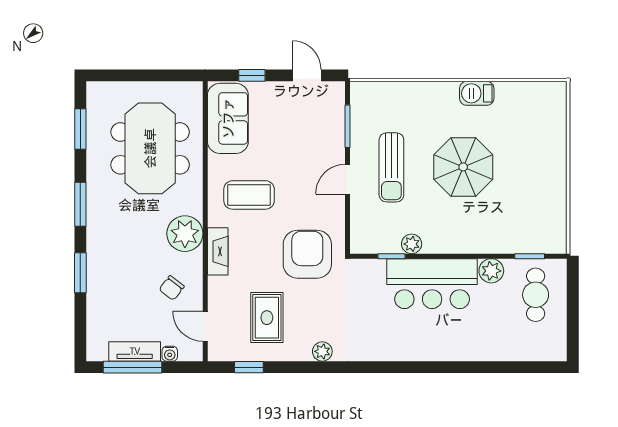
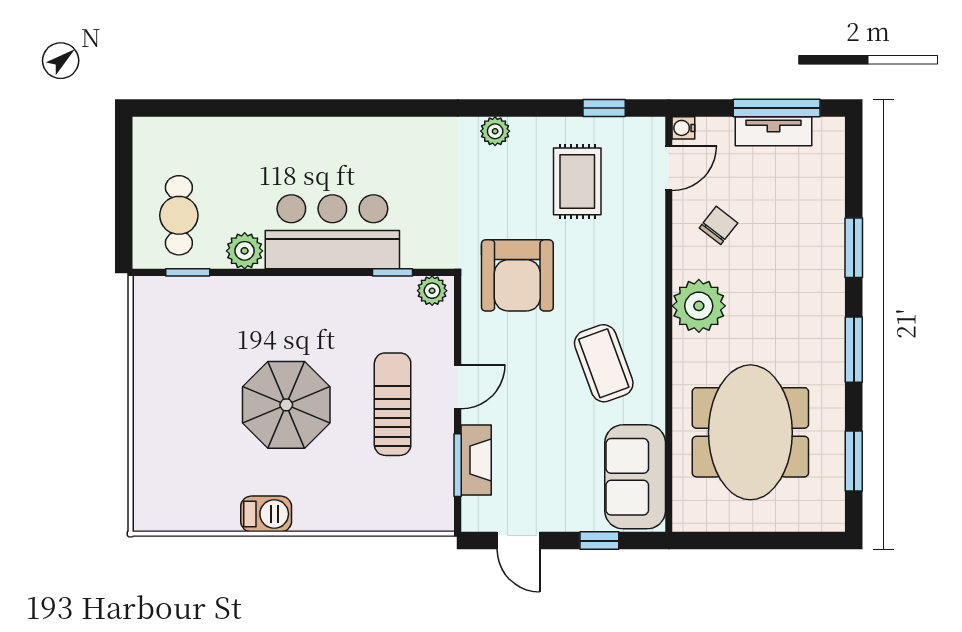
coffee table: (249, 195) -> (604, 363), turned 70
plant: (412, 244) -> (432, 291), moved
fireplace: (218, 251) -> (476, 460), moved, turned 180
door: (205, 326) -> (669, 168), hinge flipped
water cooler: (170, 354) -> (683, 128), moved, turned -90

